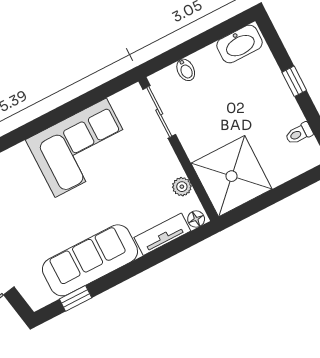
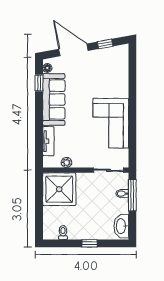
window: (180, 52) -> (132, 195), added
floor lamp: (196, 219) -> (47, 68), moved

